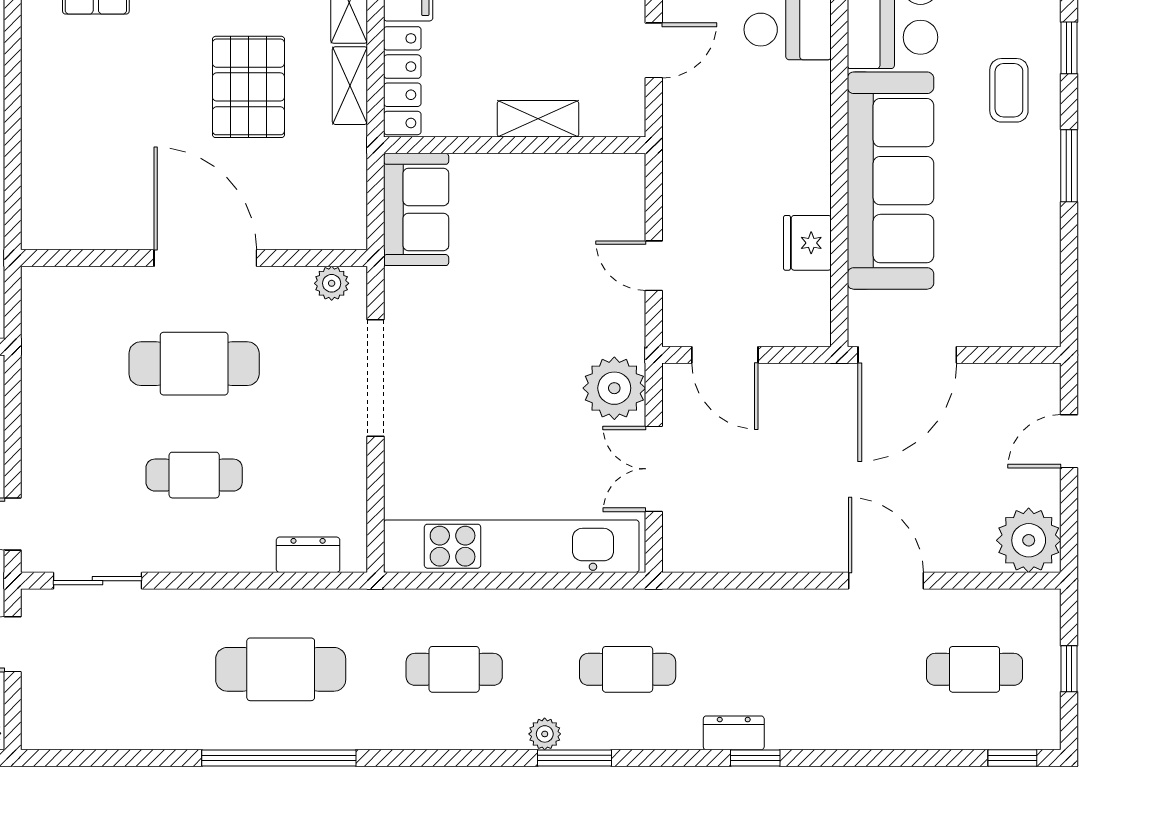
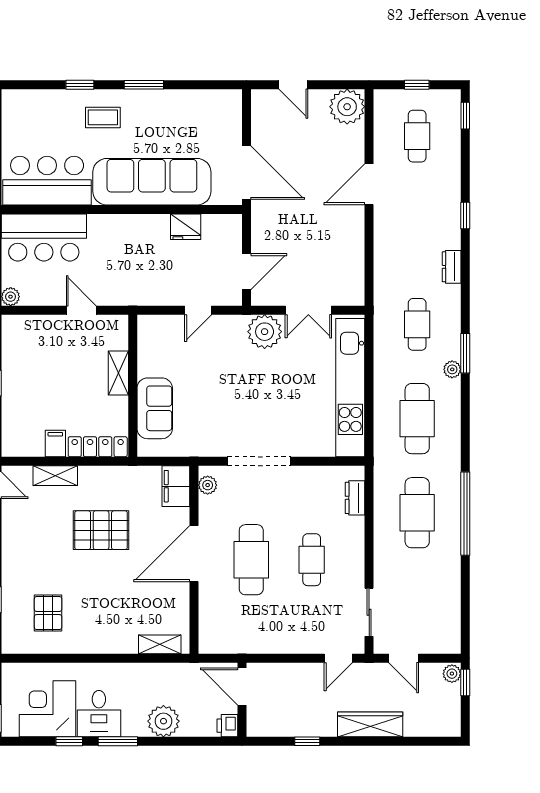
shelving: (350, 86) -> (160, 644), moved
sofa: (416, 209) -> (155, 408), moved, turned 90
filing cabinet: (330, 225) -> (176, 486), added
cafe table: (454, 669) -> (417, 419), width x1.37, depth x1.35
window: (755, 758) -> (465, 216), moved

